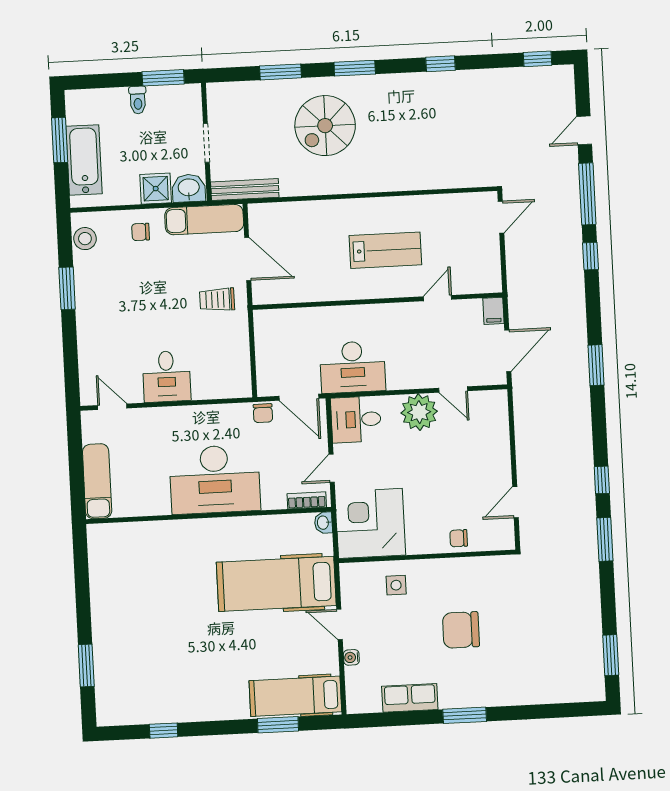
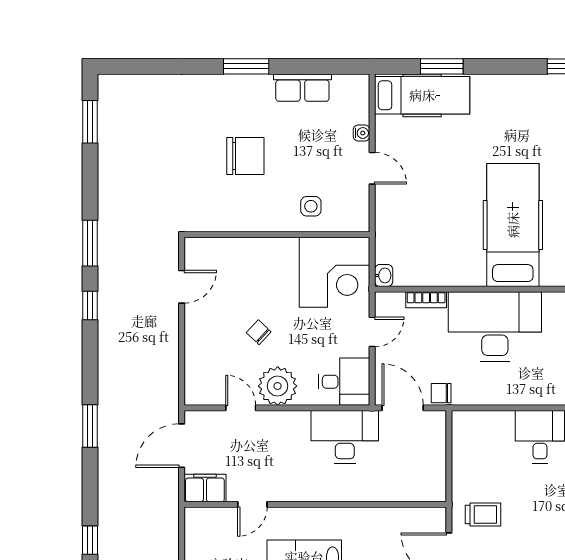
filing cabinet: (493, 311) -> (205, 488), width x2.00
chair: (263, 413) -> (441, 393), turned -90
bookcase: (307, 500) -> (426, 300), moved
chair: (459, 538) -> (259, 332), moved, turned -137
hospital bed: (276, 584) -> (513, 225), moved, turned -90

